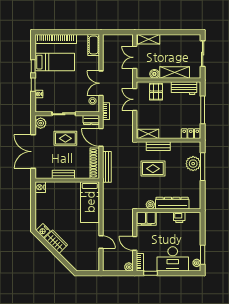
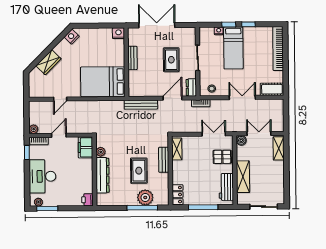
bed: (55, 62) -> (233, 48), moved
boiler: (154, 74) -> (241, 140), moved
double door: (101, 83) -> (242, 97), moved
plant: (41, 123) -> (187, 33), removed
shoe rack: (95, 163) -> (145, 92), removed
rug: (153, 169) -> (139, 171), moved
bed: (90, 202) -> (103, 82), width x1.50
printer: (179, 217) -> (87, 200), moved
wardrobe: (56, 242) -> (48, 62), moved

